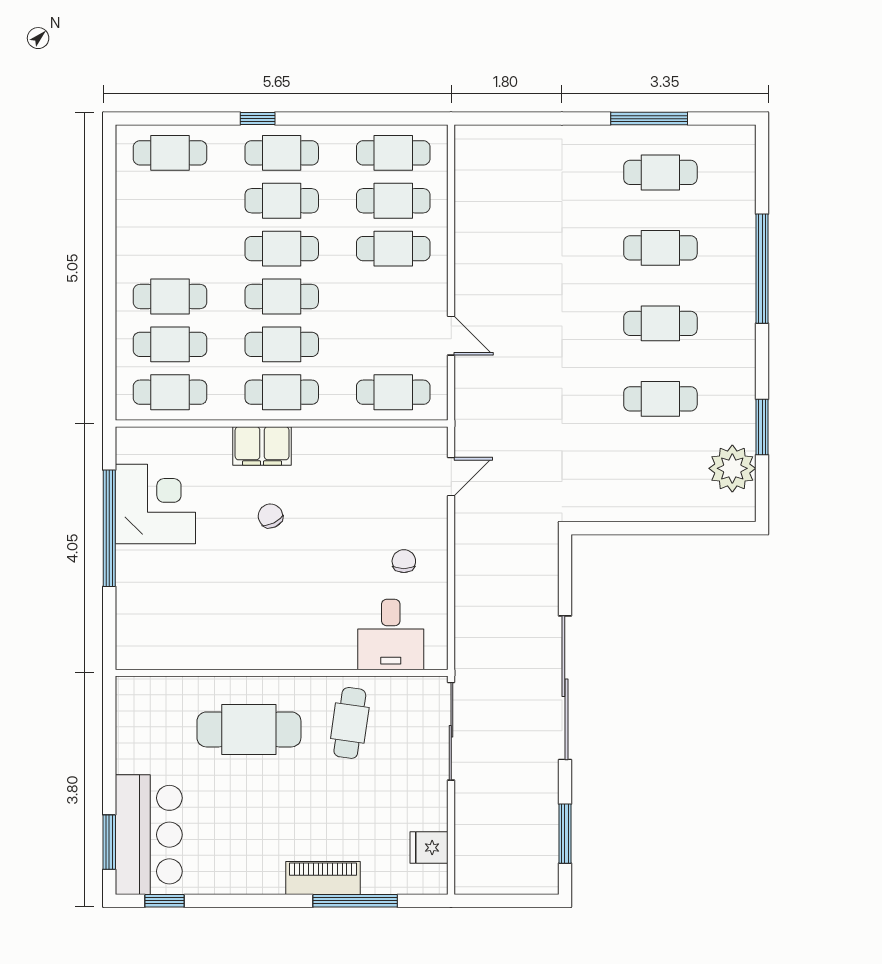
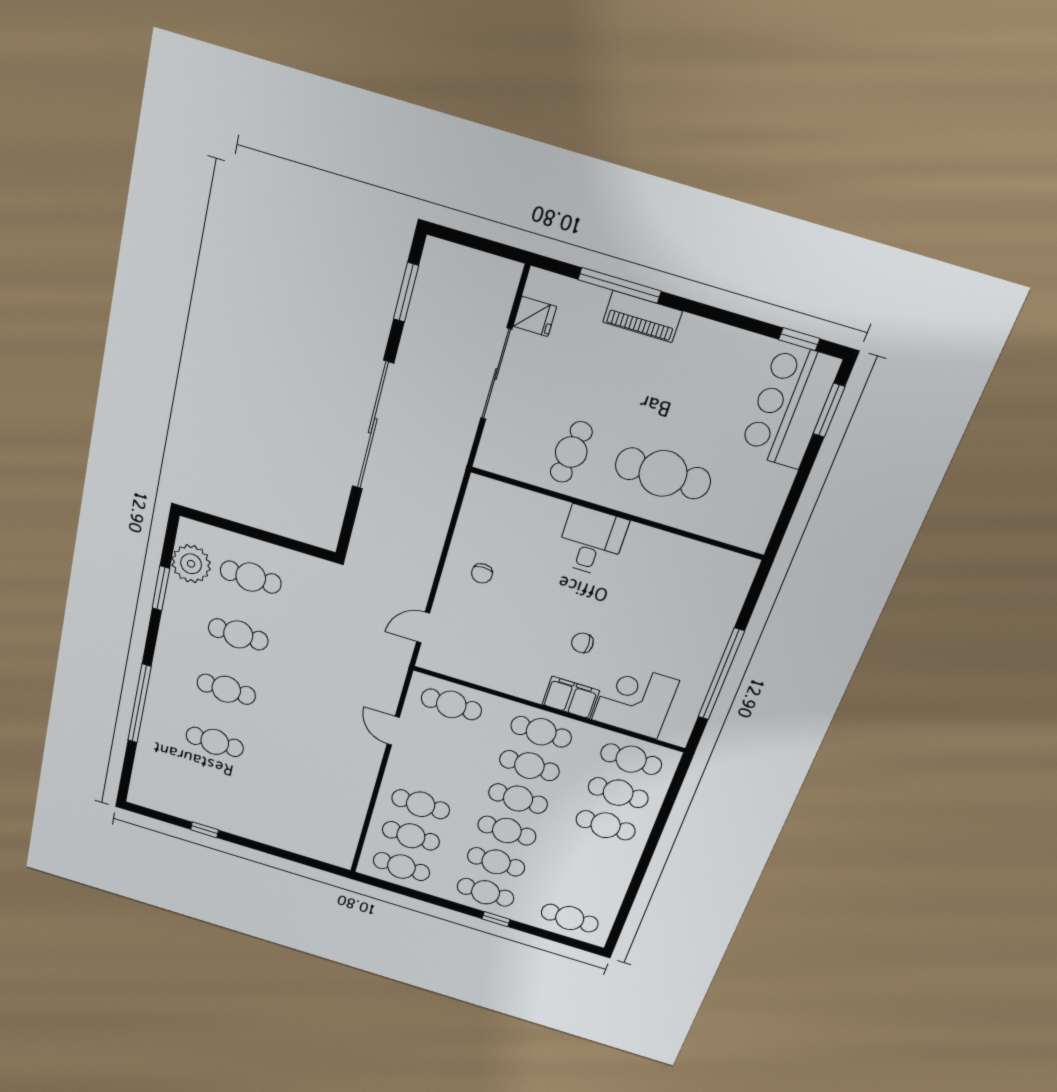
window: (649, 119) -> (205, 830), width x0.46
cafe table: (660, 172) -> (251, 577), moved
corner desk: (155, 504) -> (635, 700), moved, turned 90
chair: (270, 516) -> (582, 643), turned 116
desk: (391, 634) -> (591, 541), moved
sliding door: (451, 731) -> (496, 374), moved

